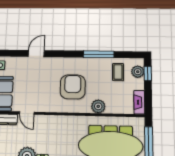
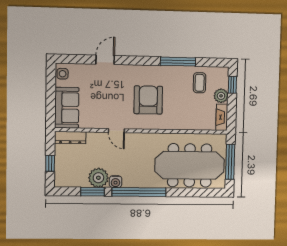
plant: (138, 72) -> (221, 96), moved
plant: (98, 106) -> (177, 122), removed
door: (27, 113) -> (116, 131), moved

